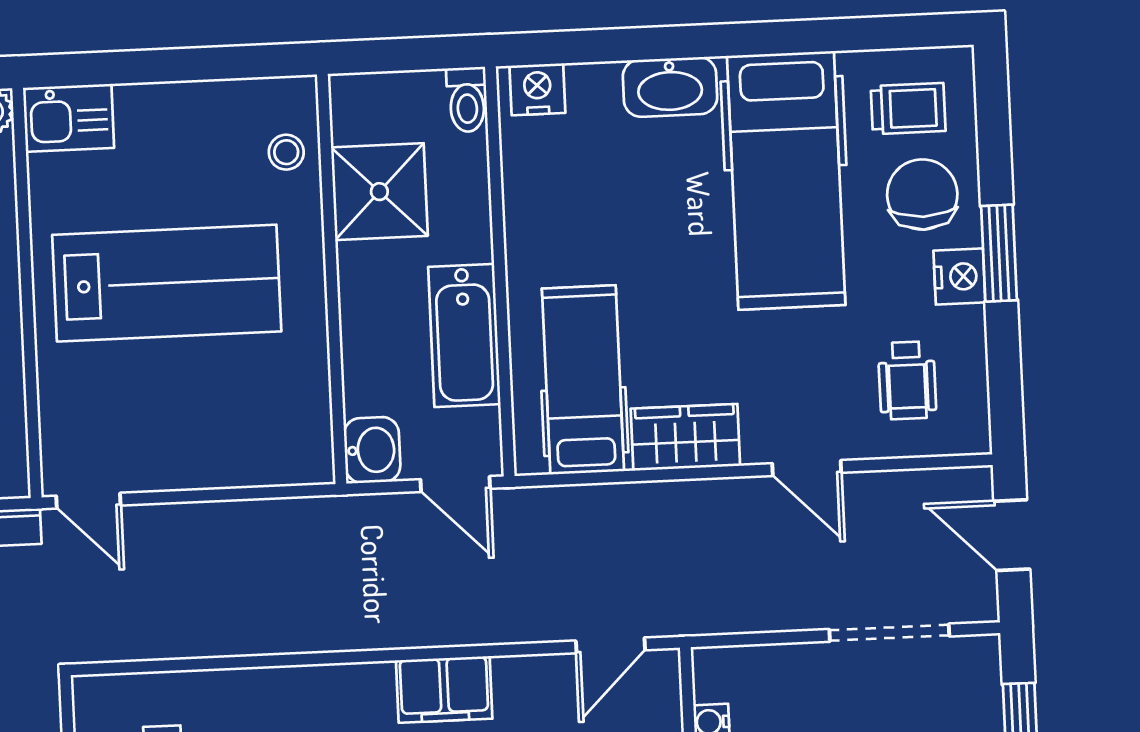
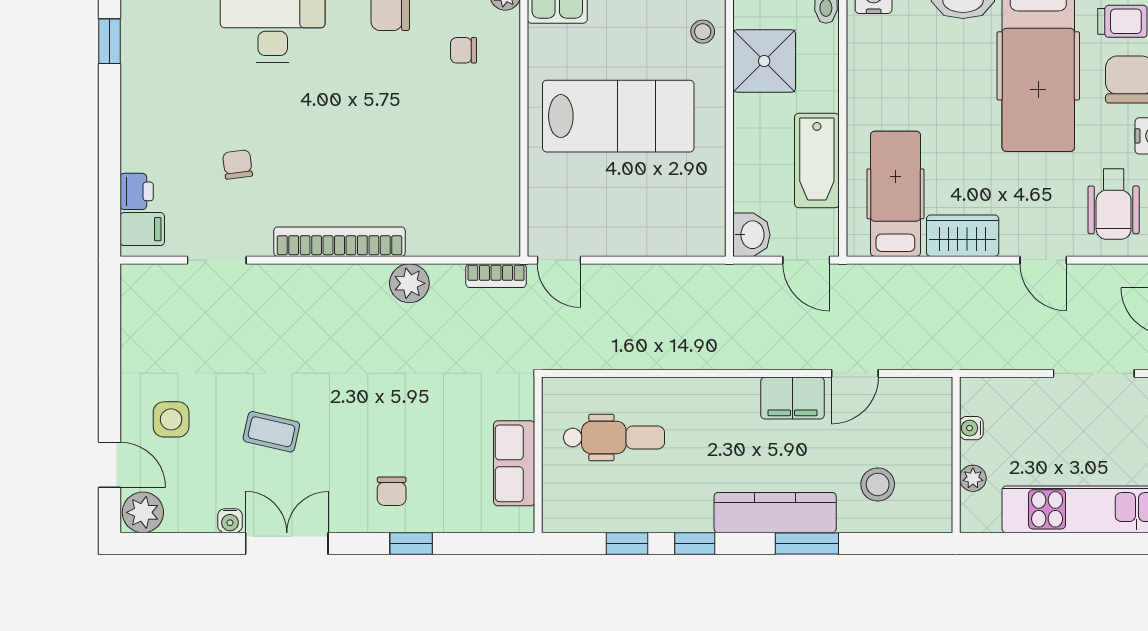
wheelchair: (907, 380) -> (1114, 204), width x1.36, depth x1.37
door: (610, 645) -> (855, 373), moved

